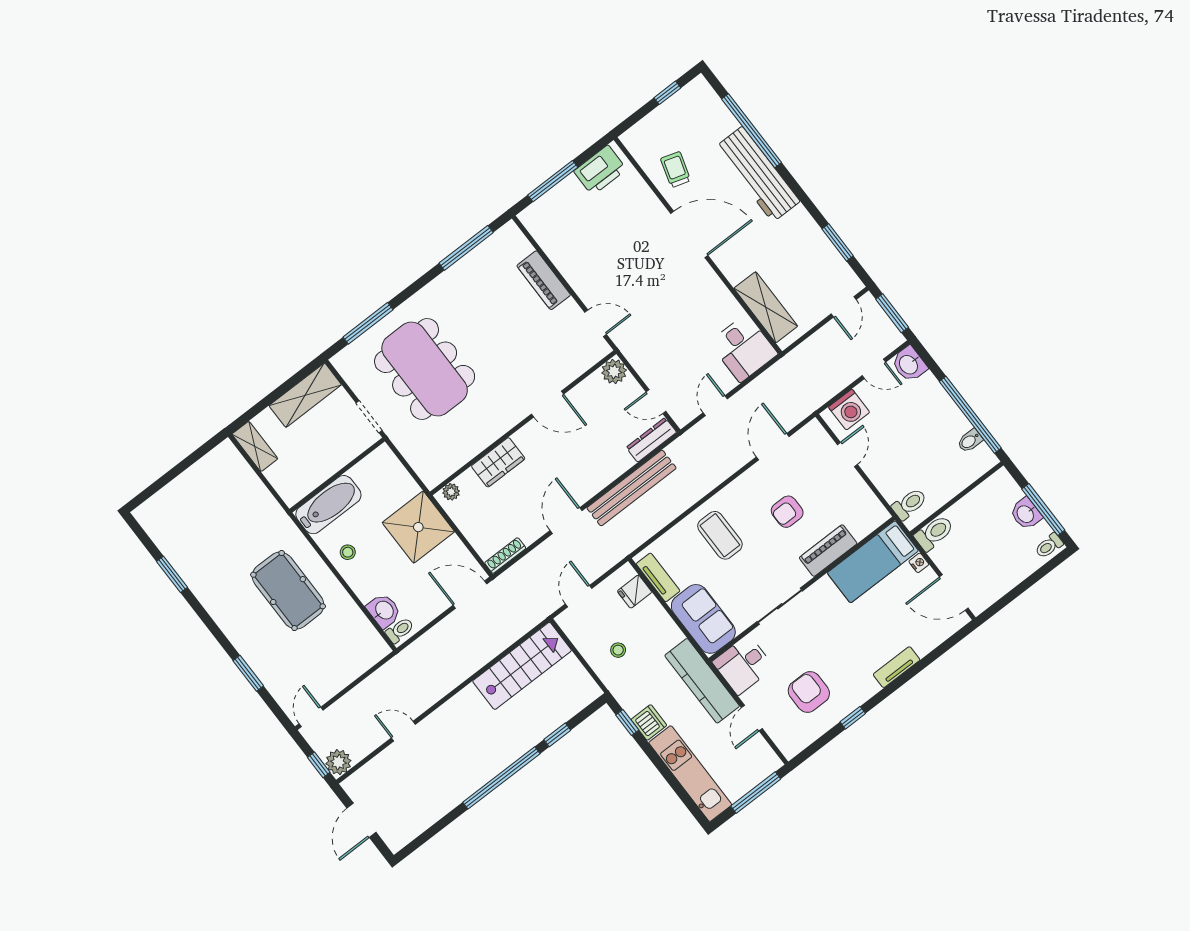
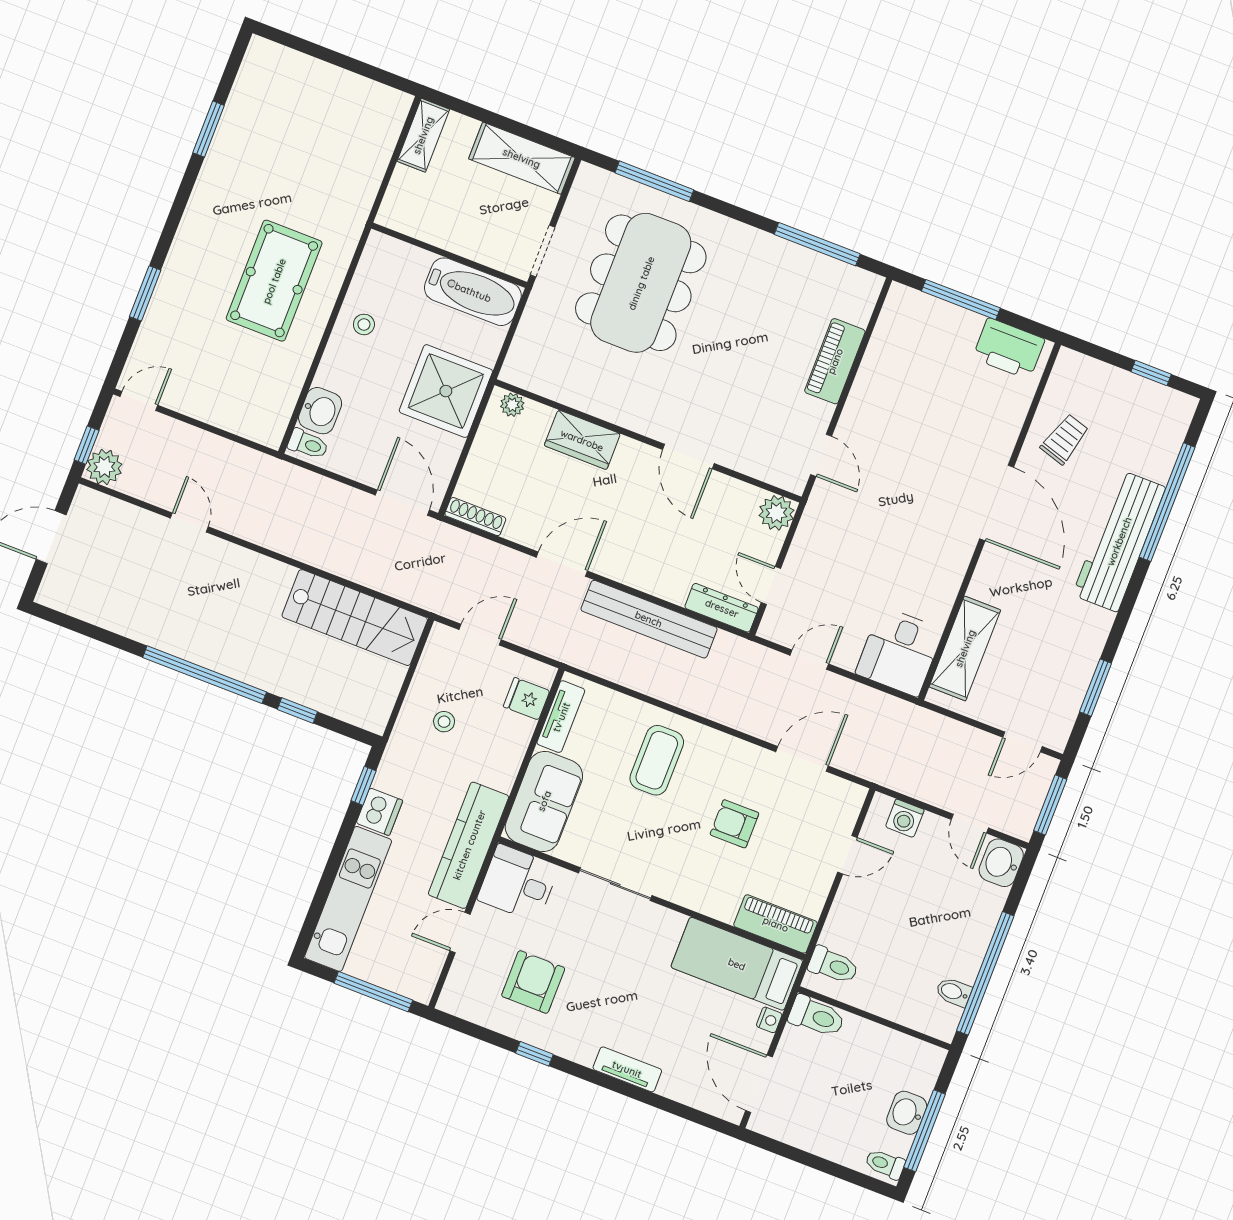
washing machine: (849, 410) -> (905, 818), width x0.73, depth x0.73
bathtub: (328, 505) -> (473, 292), moved
piano: (828, 551) -> (776, 924), moved

